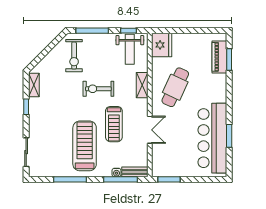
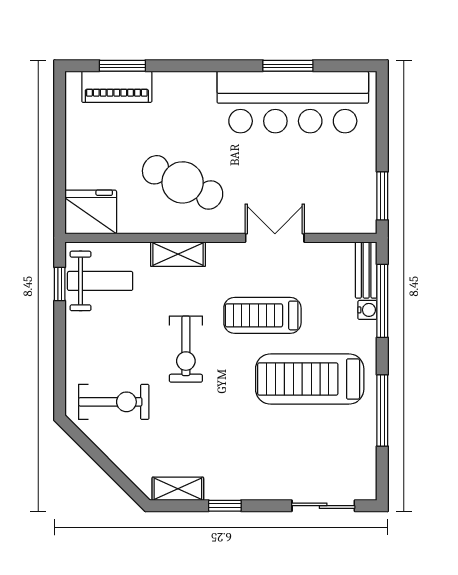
window: (92, 31) -> (60, 363), removed
treadmill: (114, 124) -> (262, 315), turned 180

